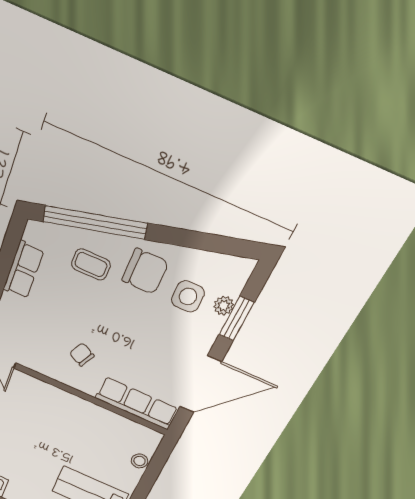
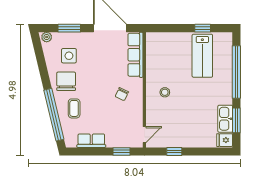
plant: (224, 306) -> (47, 37), moved
stool: (140, 461) -> (165, 92), moved

